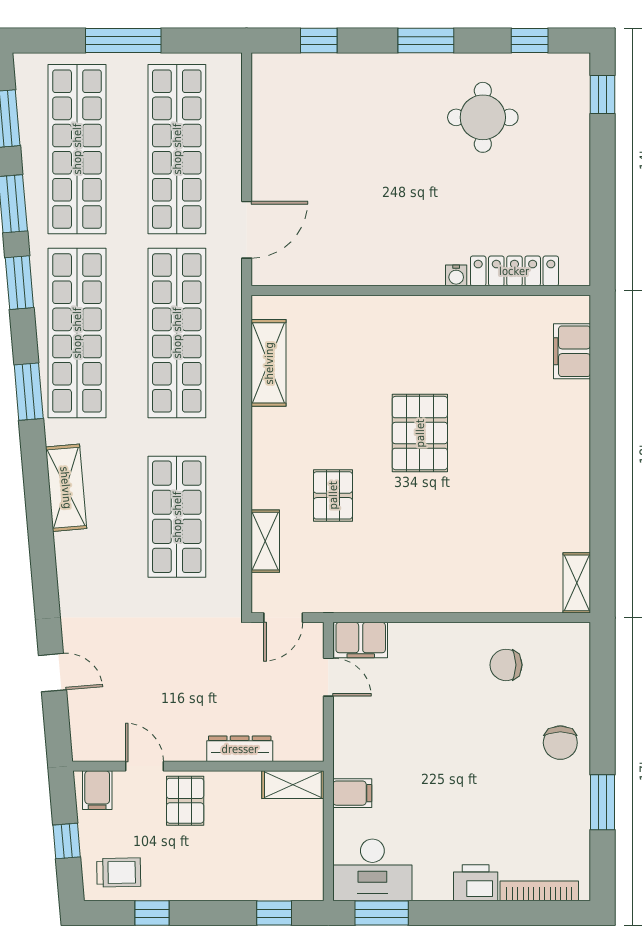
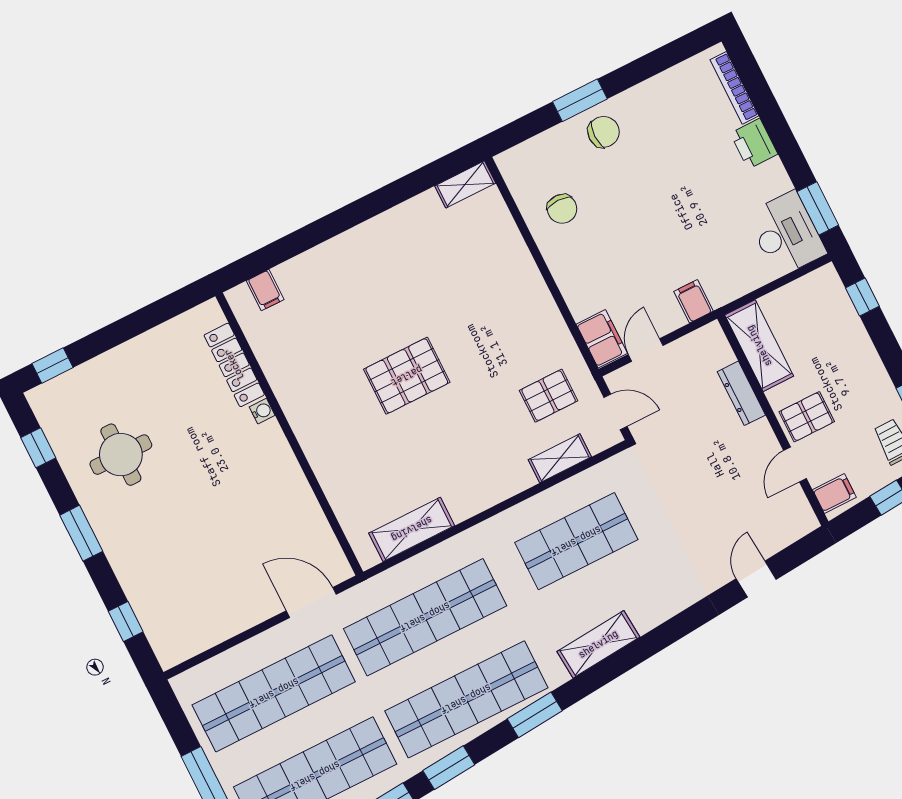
filing cabinet: (572, 351) -> (265, 290), width x0.50
pallet: (333, 495) -> (549, 396), moved
shelving: (293, 785) -> (759, 346), width x1.50, depth x1.33
filing cabinet: (352, 793) -> (694, 301), moved
window: (603, 802) -> (580, 100), moved

